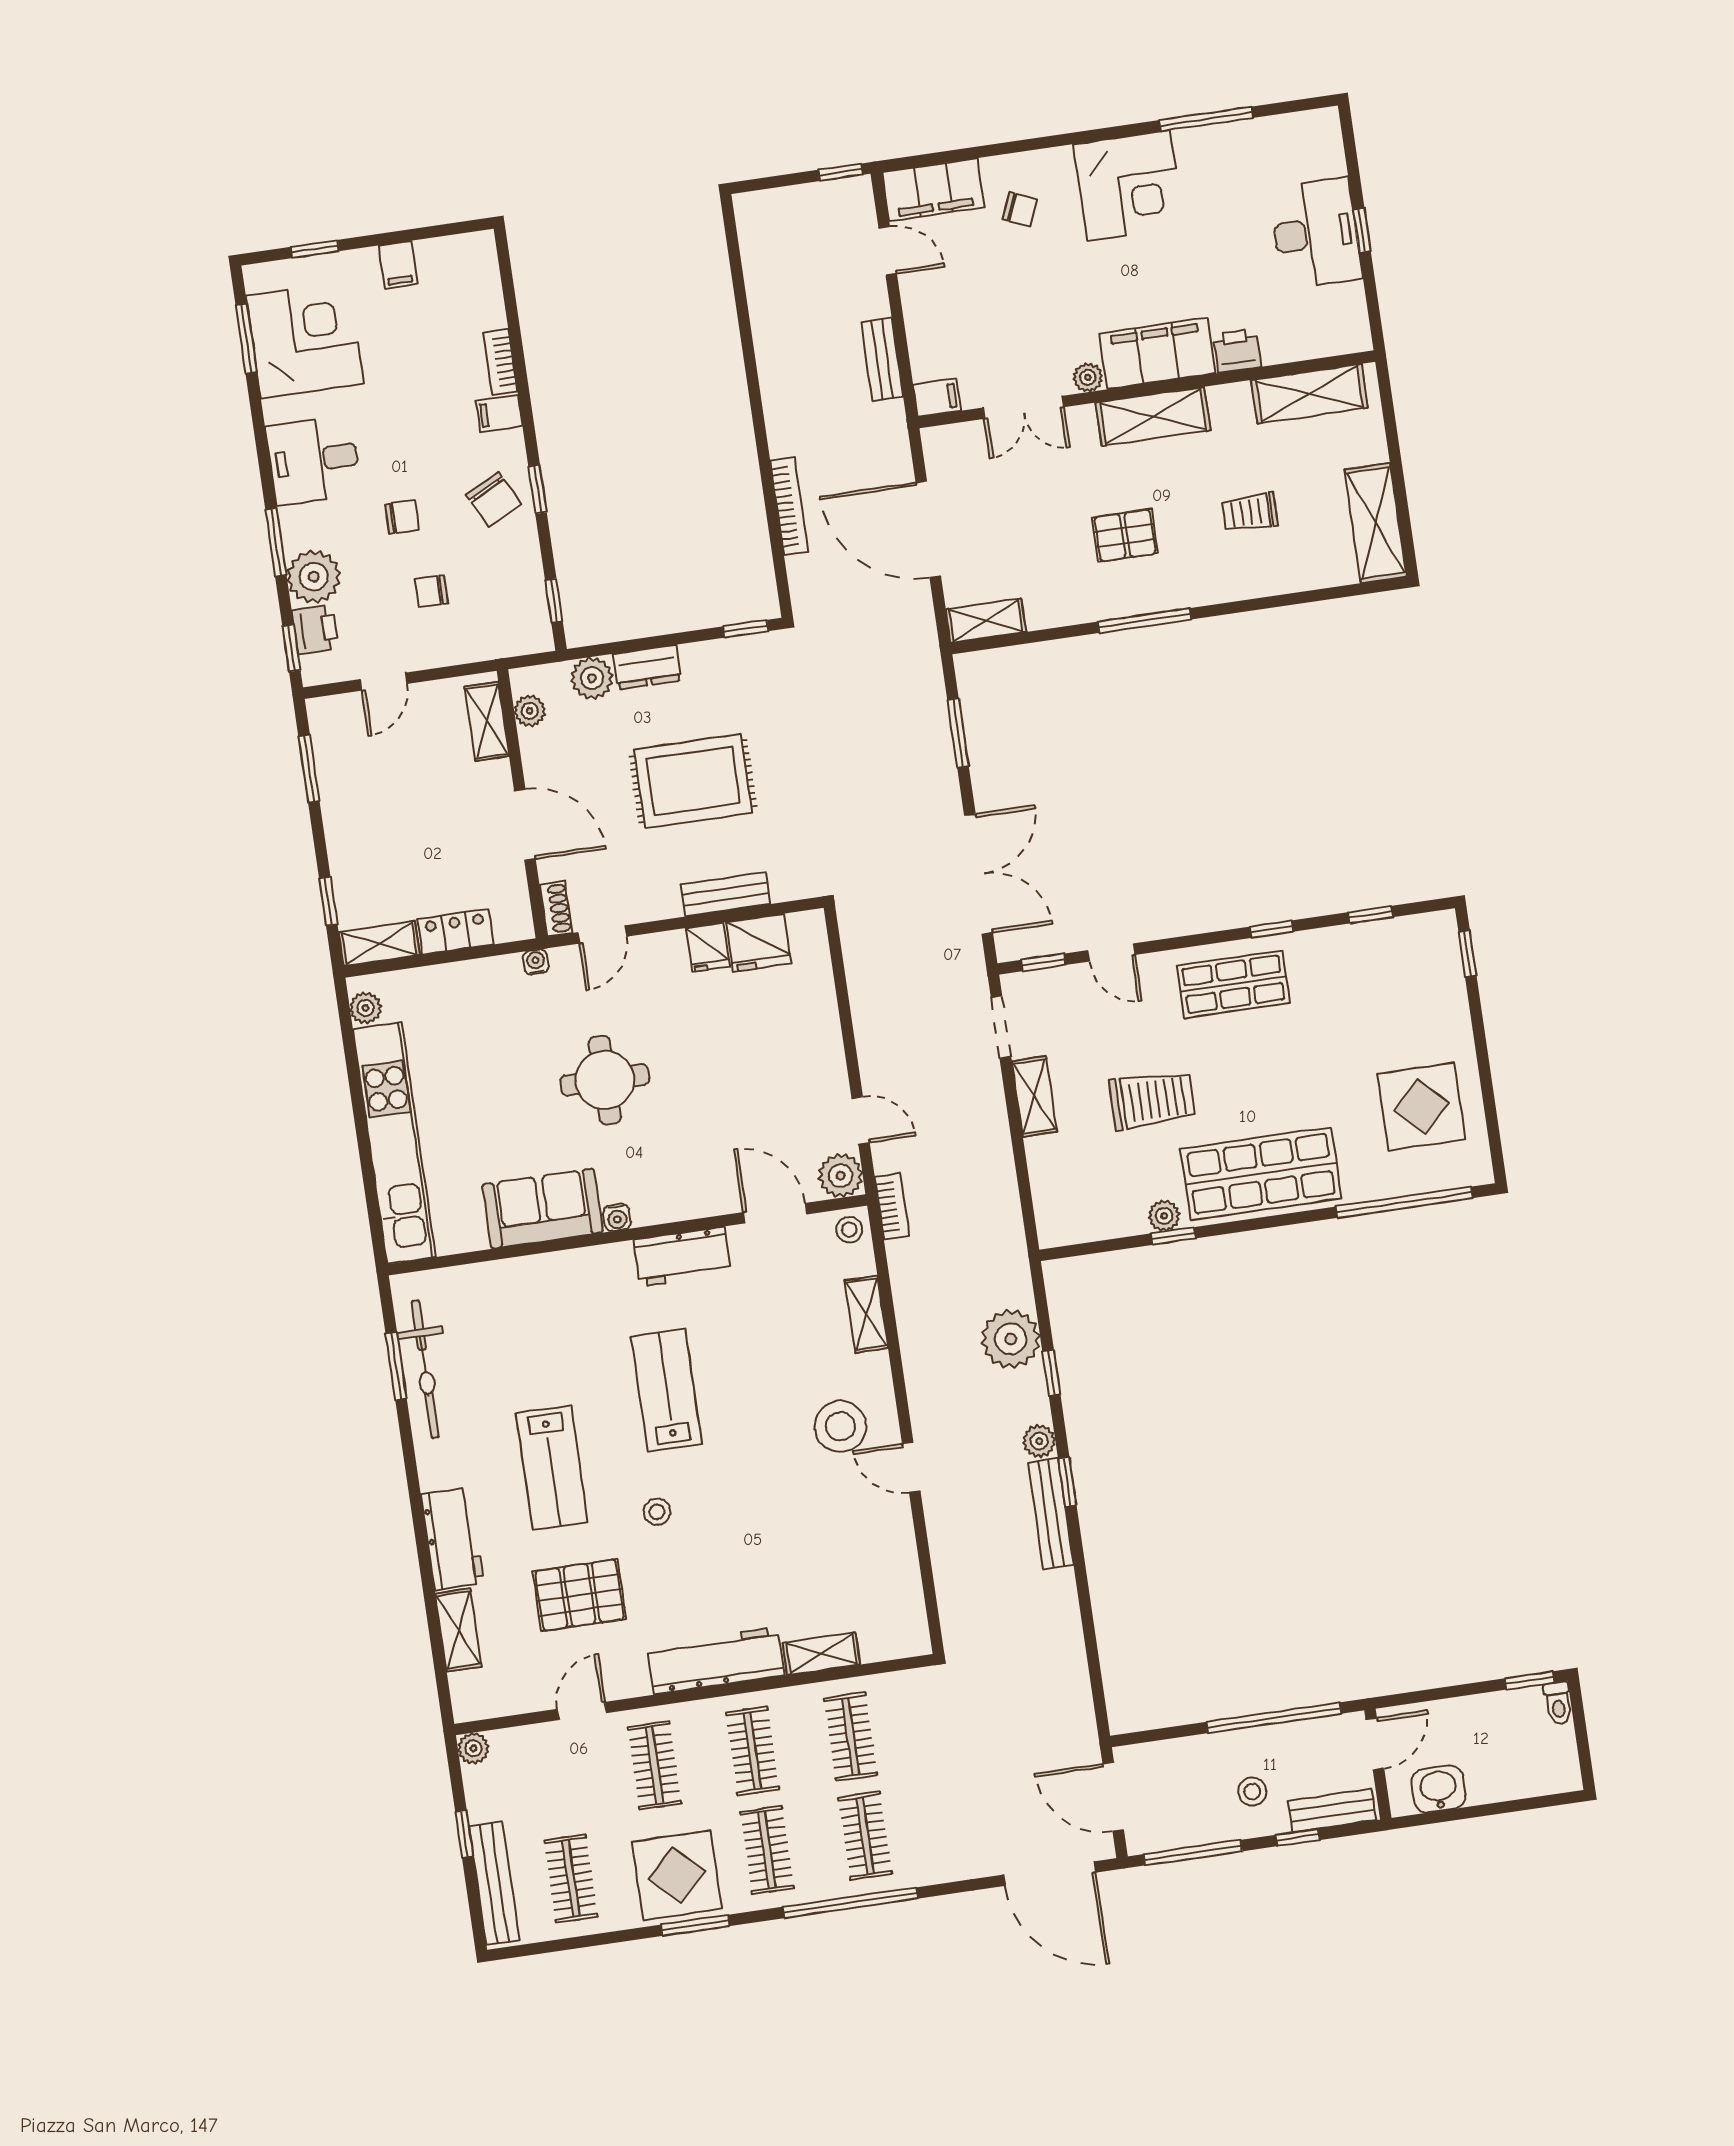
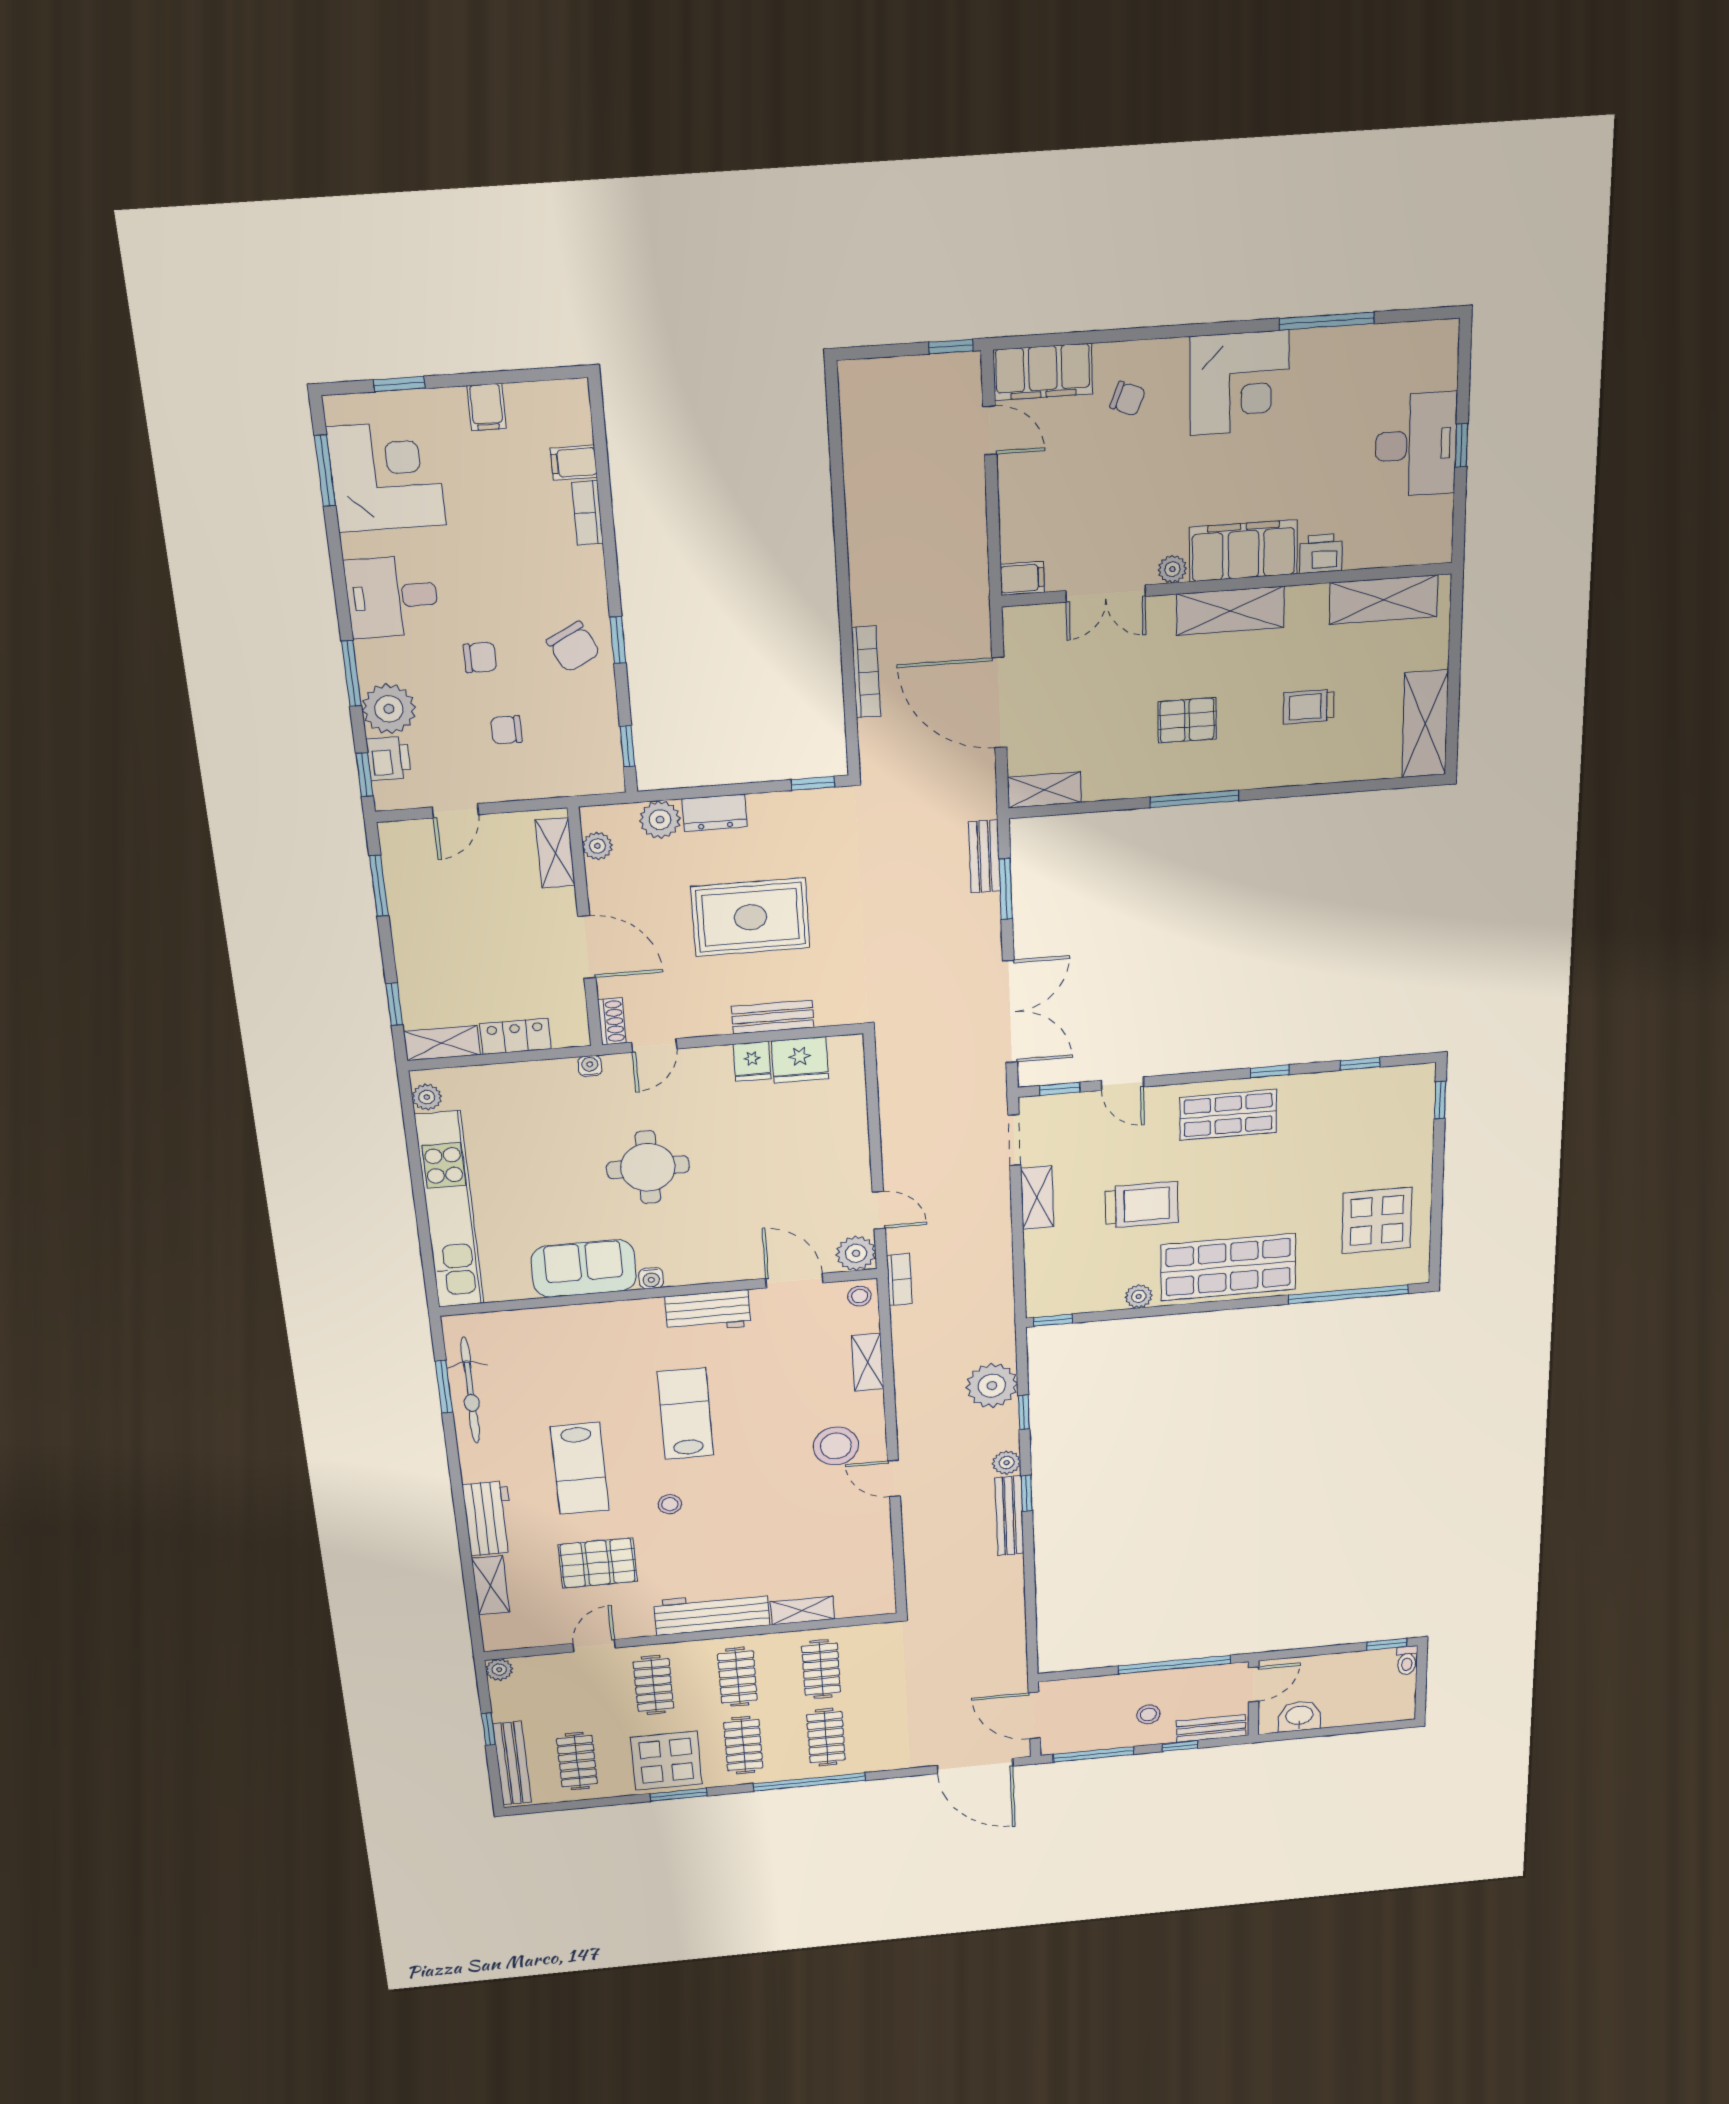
bench: (882, 359) -> (984, 856), moved
filing cabinet: (499, 413) -> (574, 463), moved
window: (1173, 1236) -> (1053, 1320), moved

